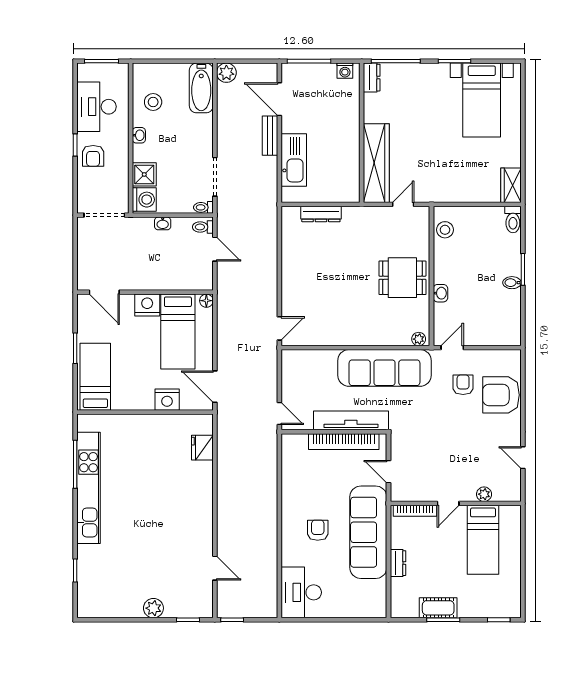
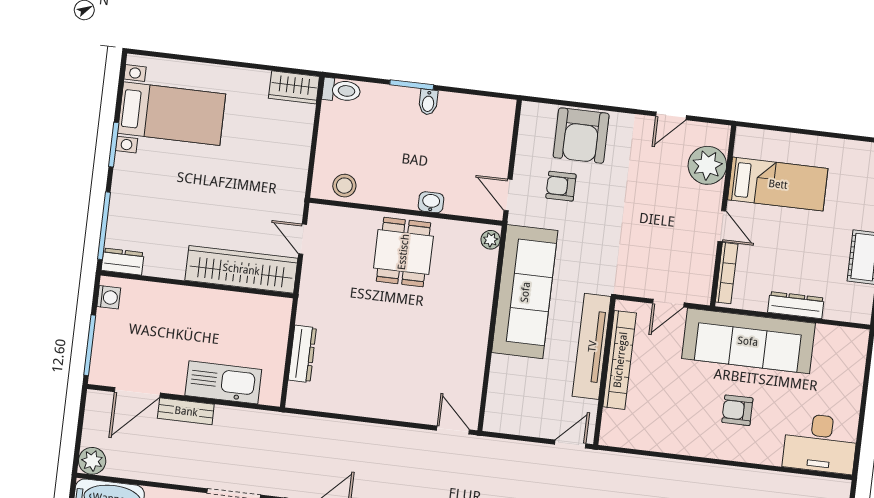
plant: (484, 494) -> (707, 165), width x1.88, depth x1.88
dresser: (398, 563) -> (796, 305), width x1.44

